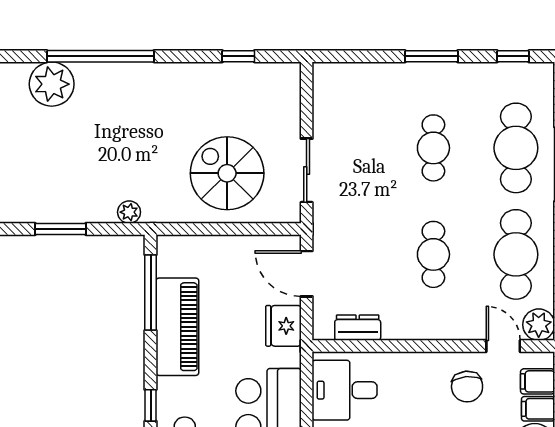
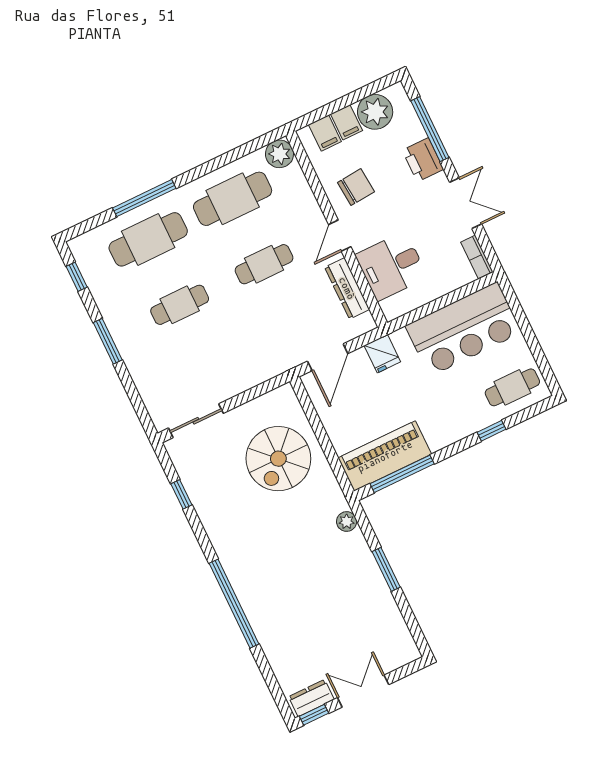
plant: (52, 84) -> (275, 632), removed
sliding door: (307, 170) -> (196, 421), moved
fridge: (283, 326) -> (382, 354), width x0.72
piano: (177, 327) -> (385, 456), moved
dresser: (358, 328) -> (347, 288), width x1.44
door: (503, 346) -> (340, 236), moved
desk: (345, 390) -> (391, 266), moved, turned 90

